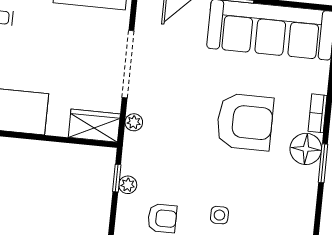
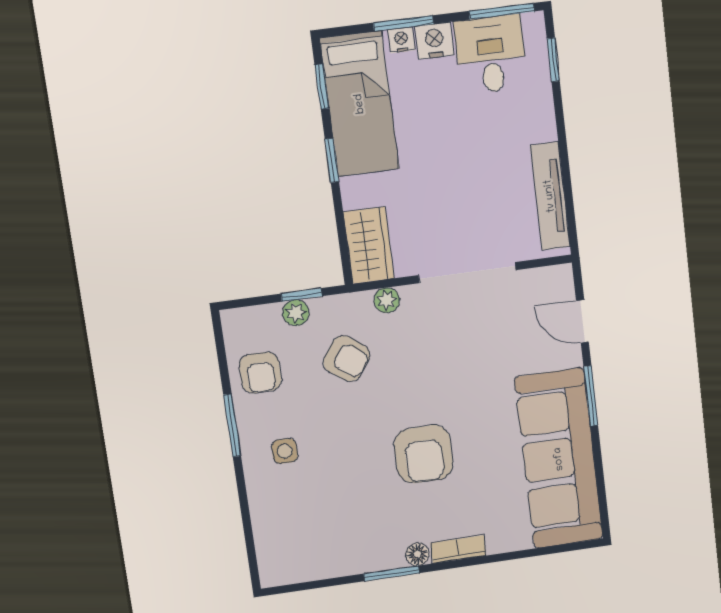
armchair: (245, 122) -> (424, 454), width x0.73, depth x0.73
window: (33, 137) -> (332, 160), added
floor lamp: (306, 149) -> (417, 554), width x0.53, depth x0.53
armchair: (167, 158) -> (347, 359), added

